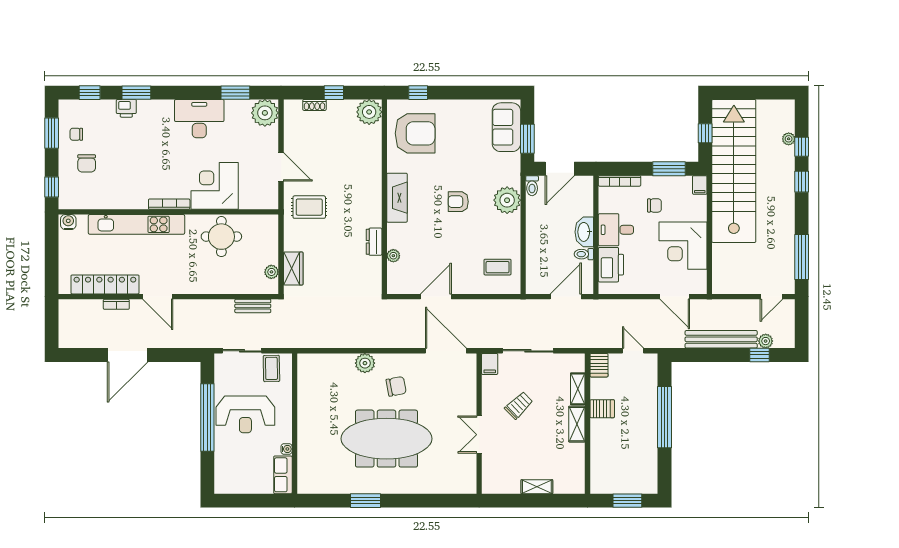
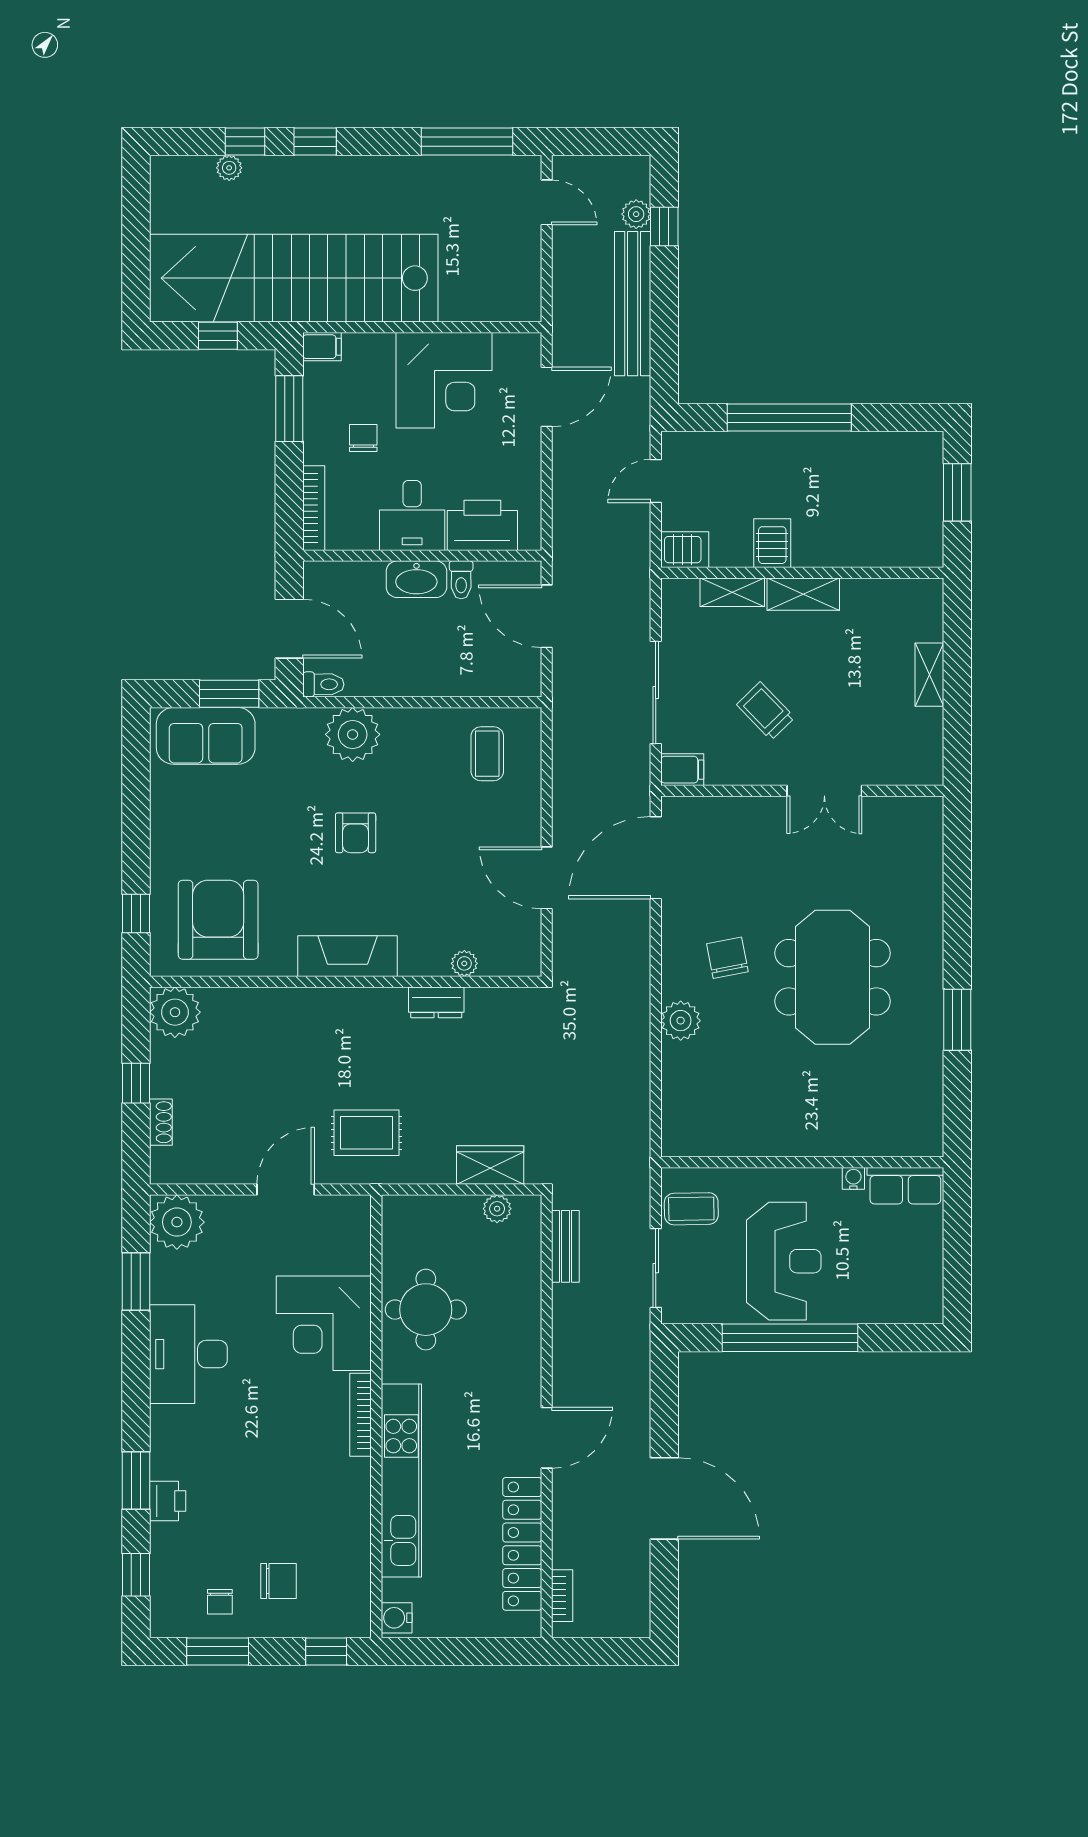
rug: (309, 207) -> (366, 1133), turned 90
bookcase: (116, 304) -> (562, 1596), moved
meeting table: (386, 439) -> (833, 977), width x0.73

